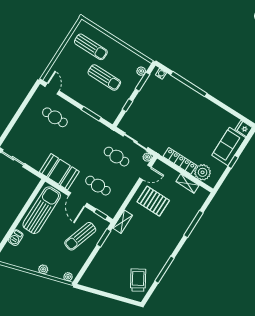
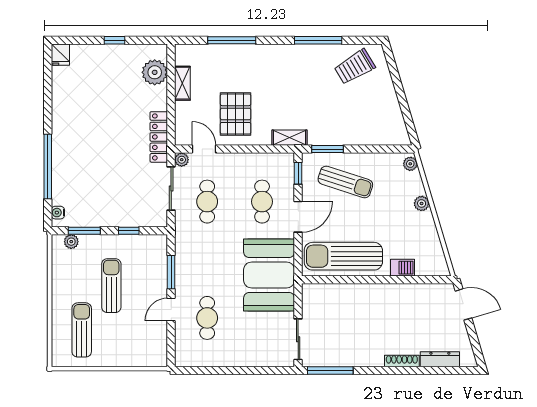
door: (52, 89) -> (171, 309), moved
sofa: (229, 146) -> (98, 59), removed
locker: (180, 161) -> (159, 137), moved
booth: (59, 172) -> (269, 275), width x1.36, depth x1.42

